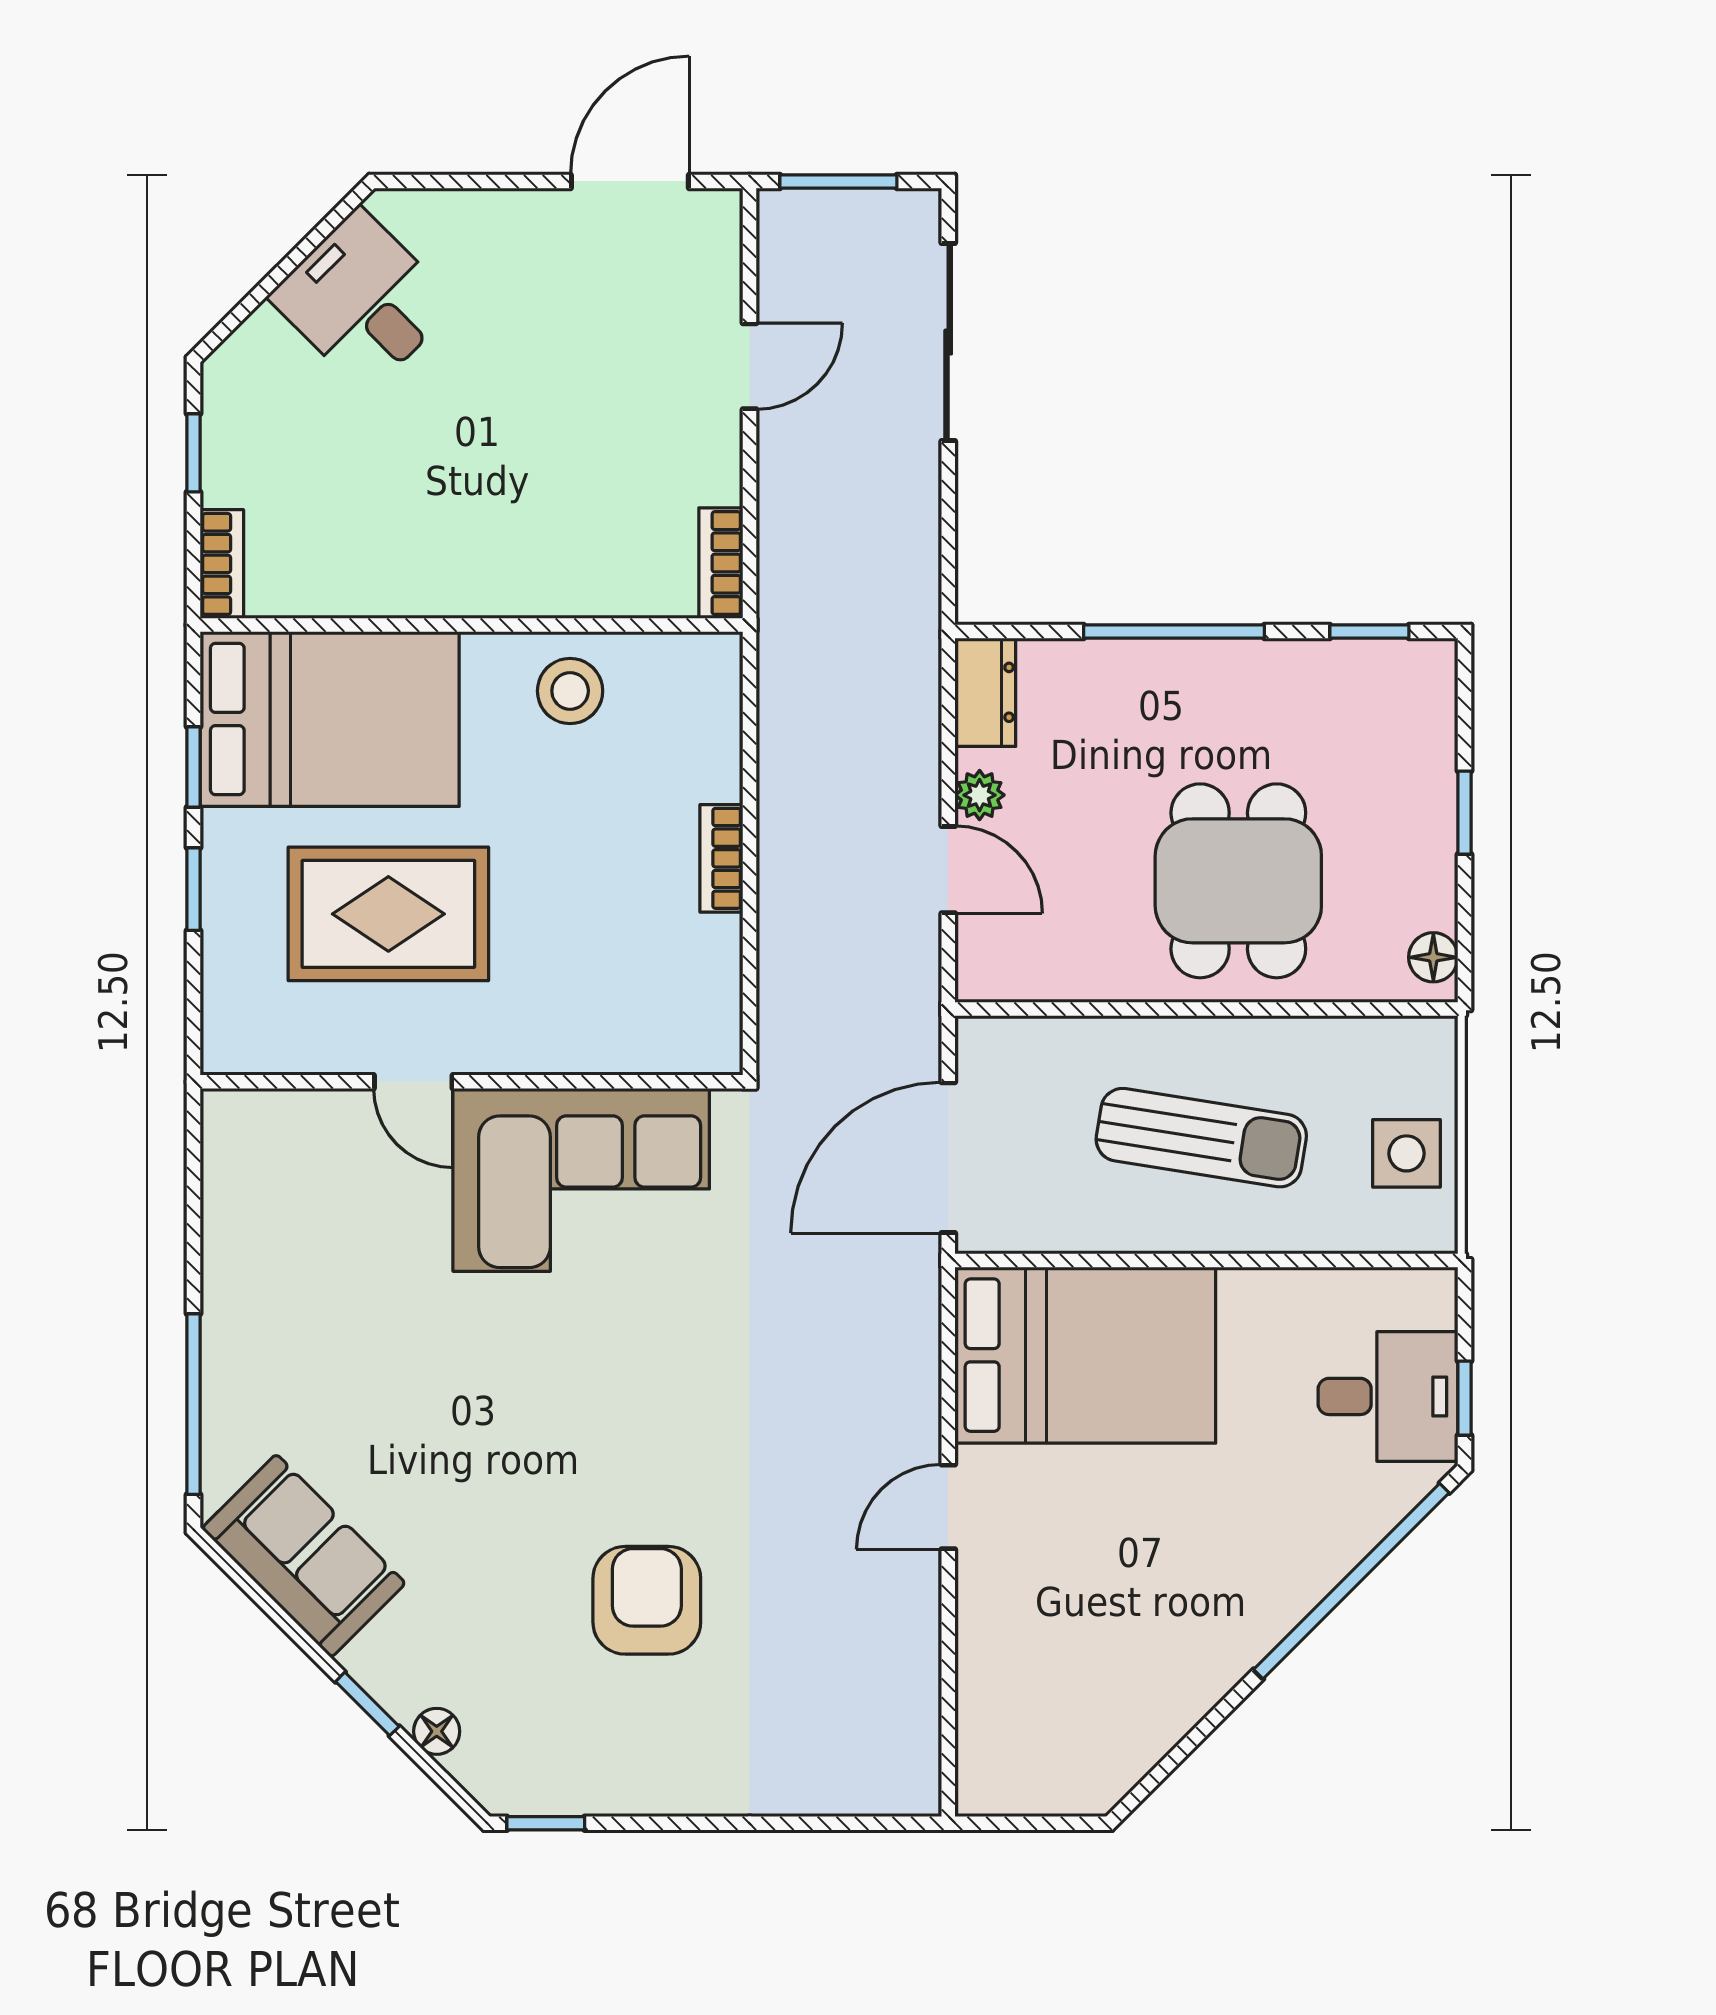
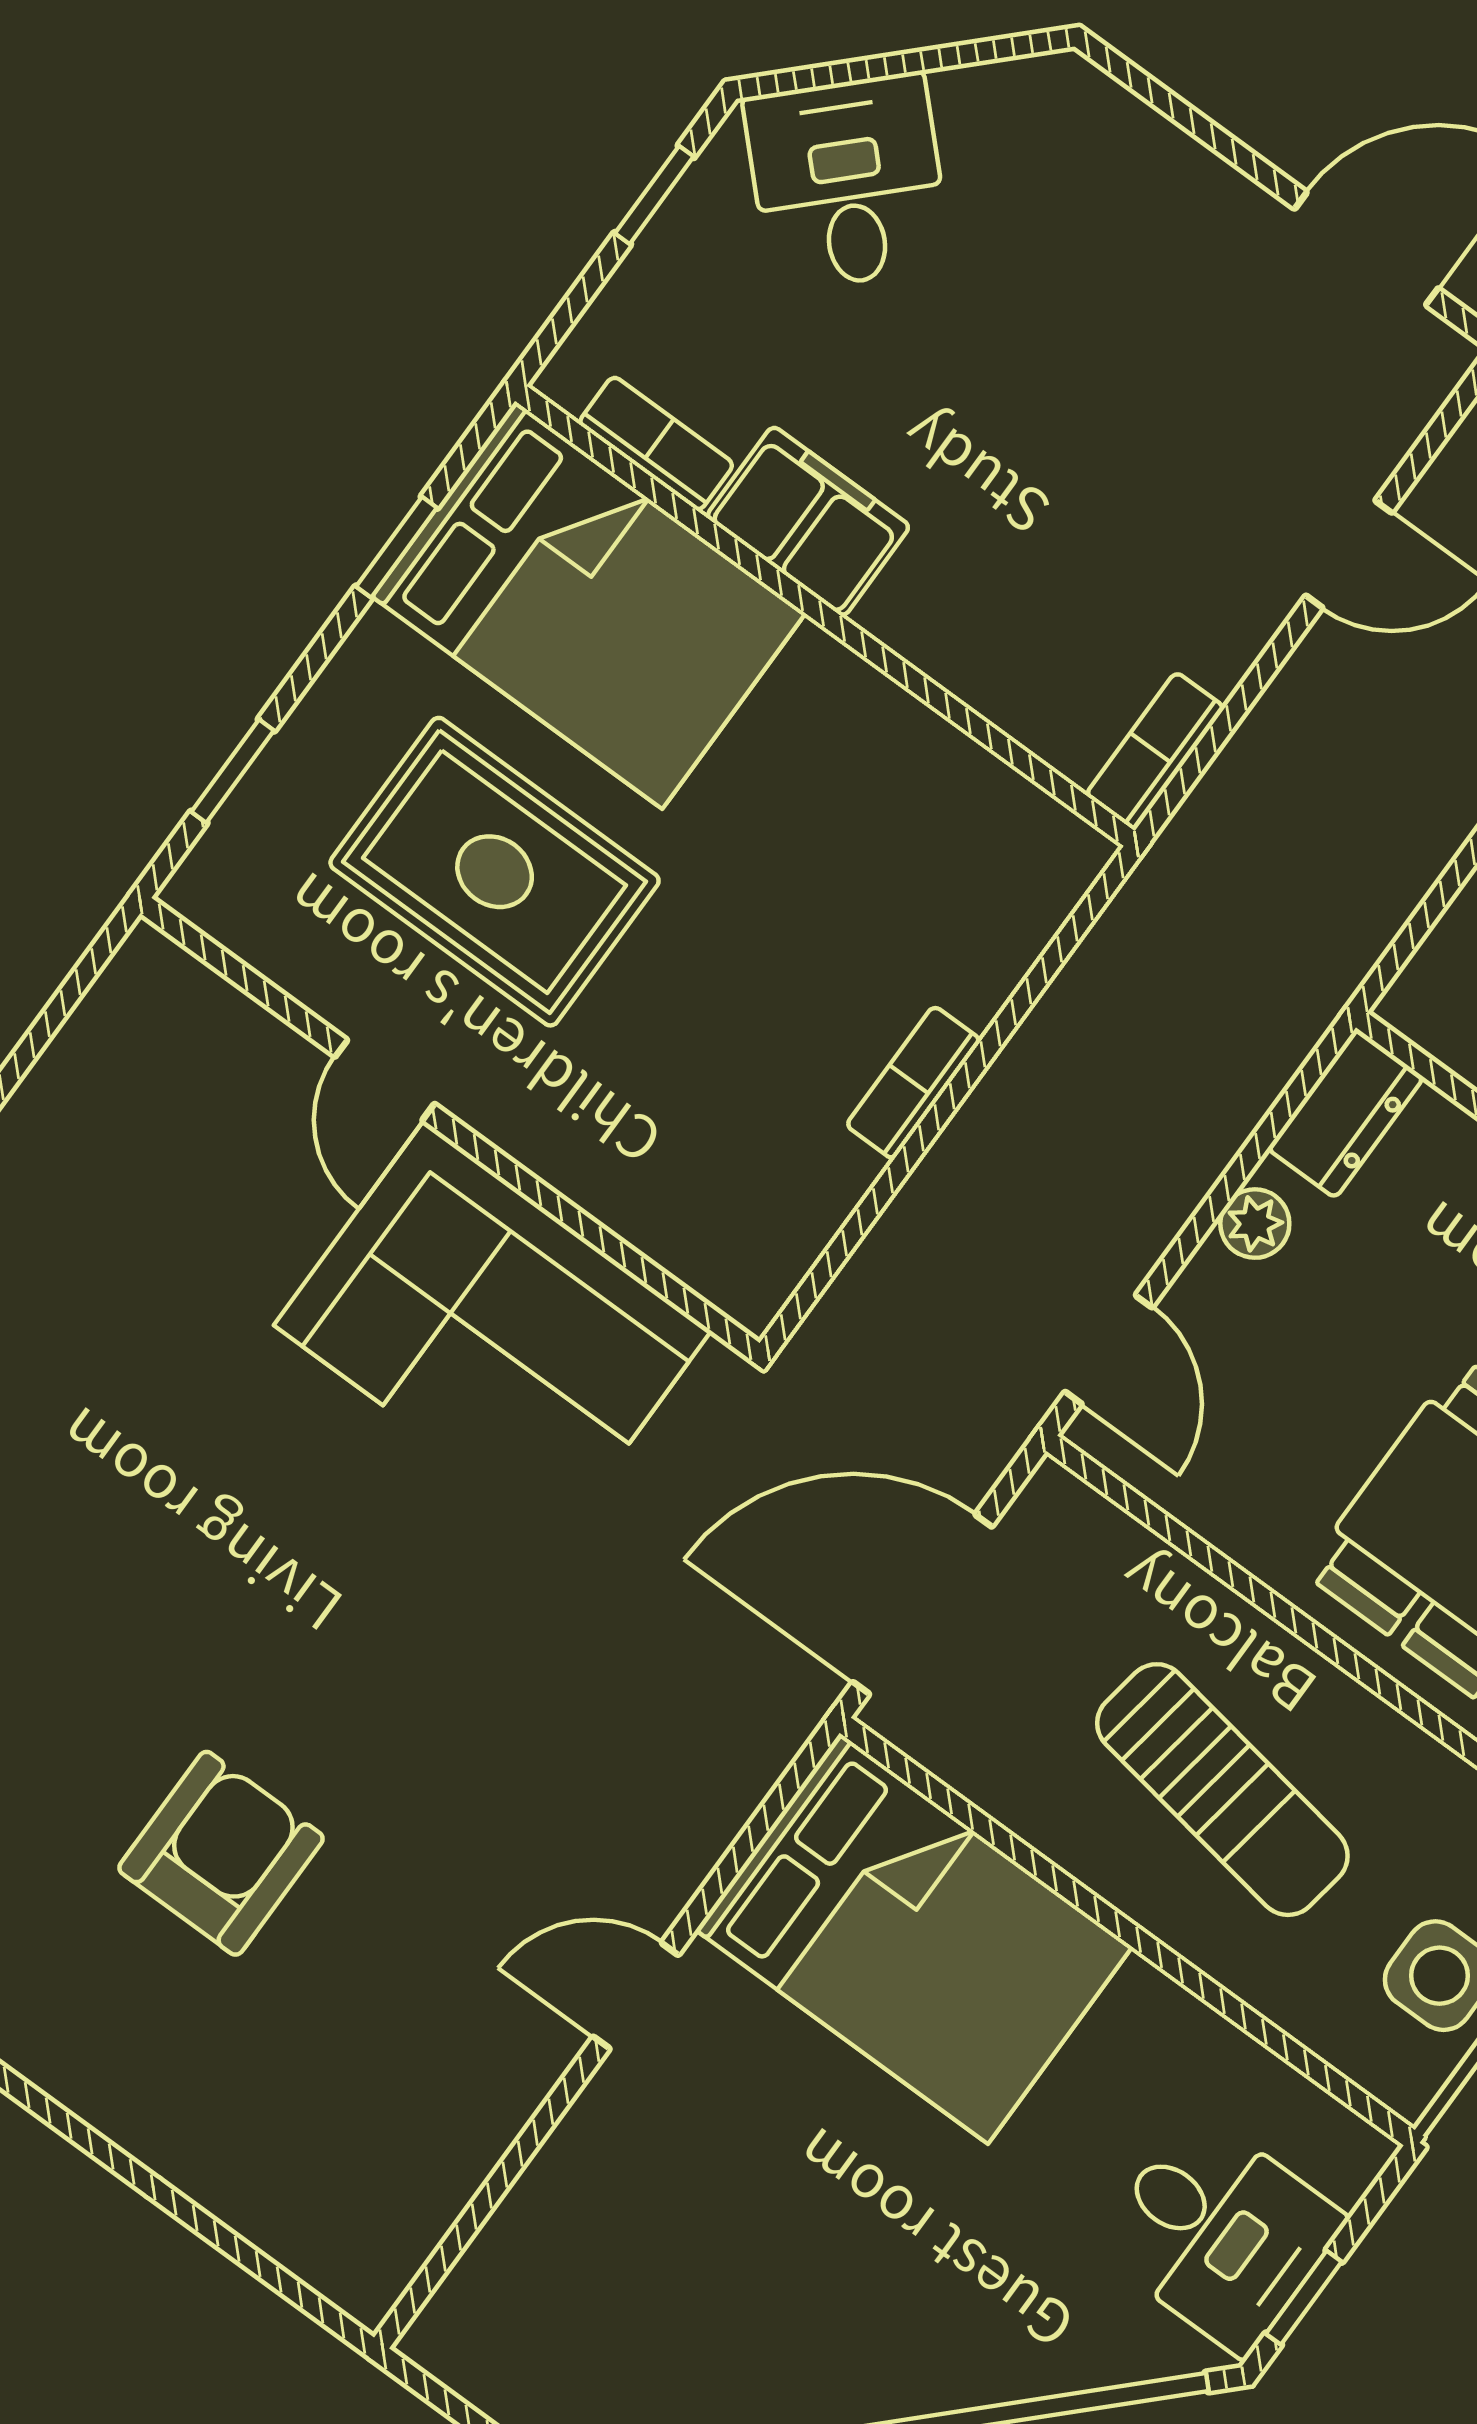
desk: (363, 301) -> (848, 182), moved
bookcase: (222, 564) -> (656, 444), moved, turned -90
filing cabinet: (422, 577) -> (808, 521), added
stool: (570, 691) -> (881, 771), removed
door: (948, 870) -> (1109, 1350), moved
window: (193, 889) -> (233, 771), moved

